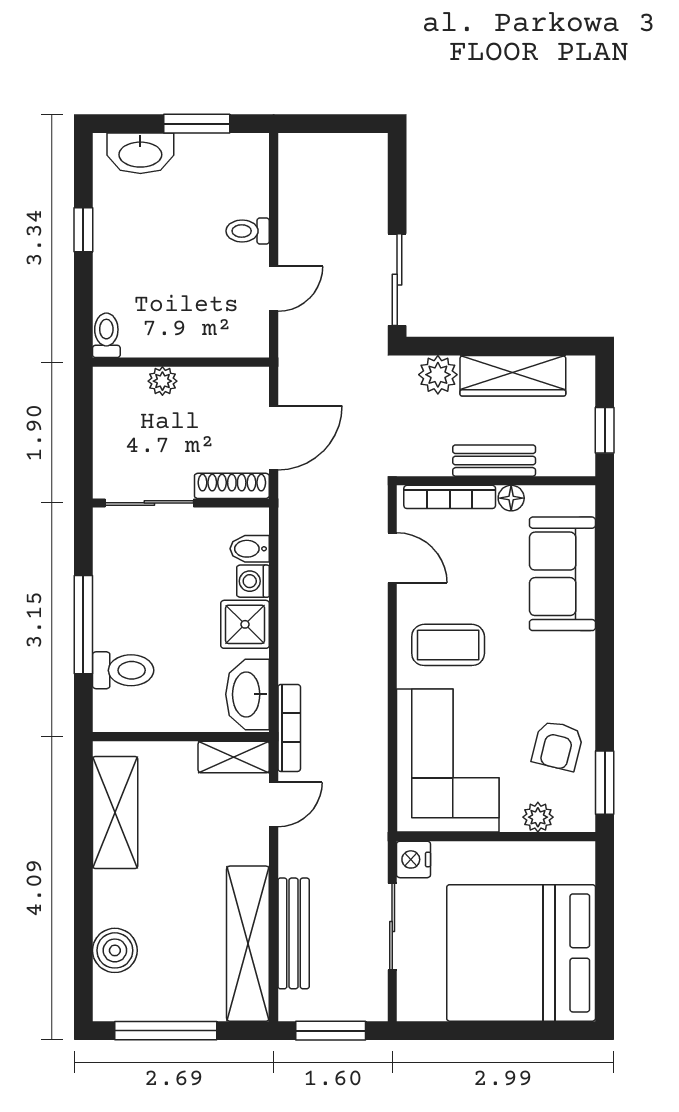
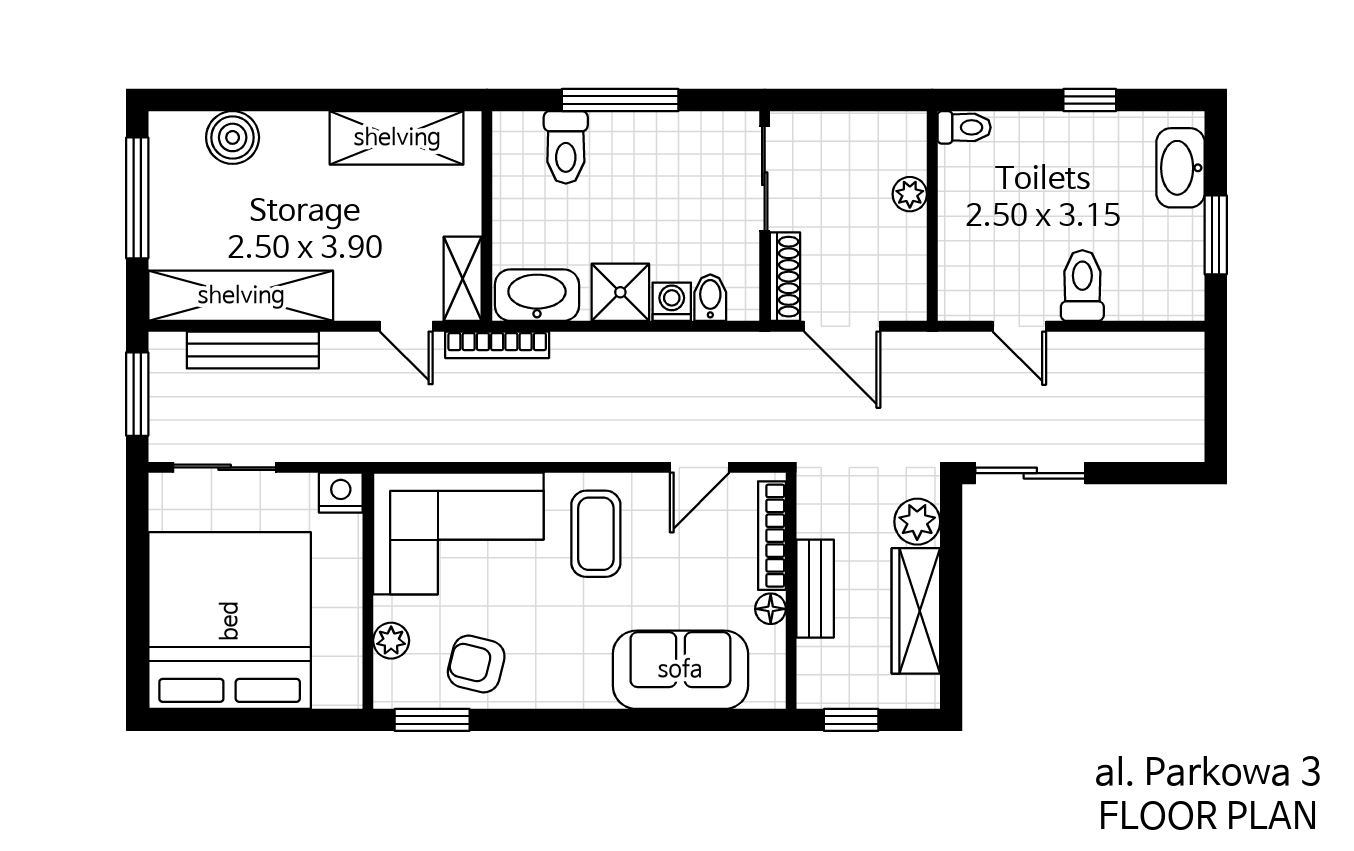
toilet: (248, 231) -> (1082, 286), width x1.37, depth x1.39
sliding door: (392, 926) -> (225, 467), moved

